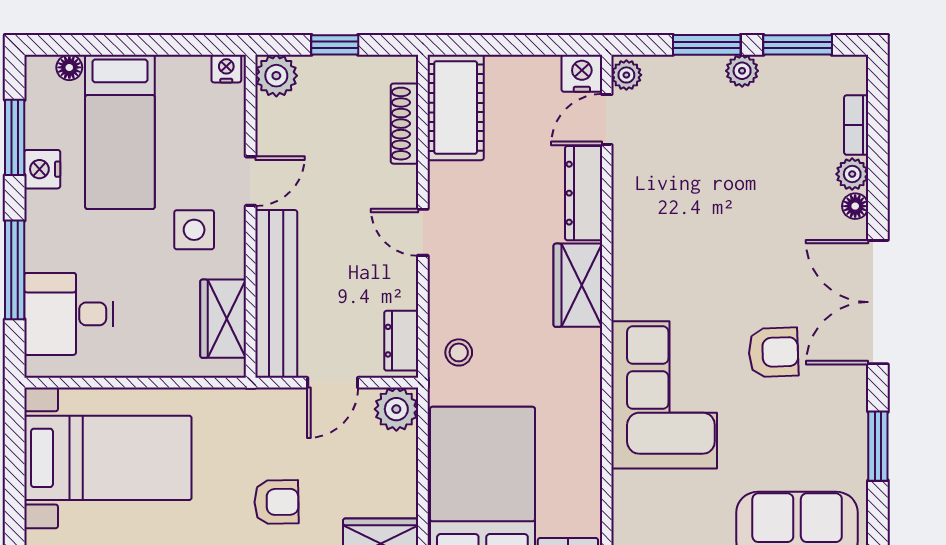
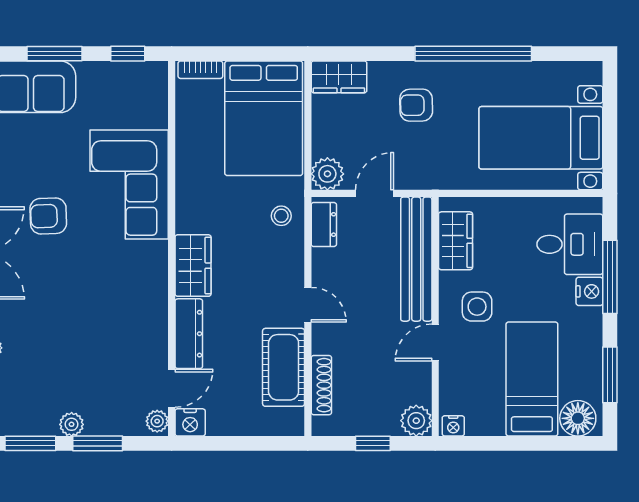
floor lamp: (69, 67) -> (578, 418), width x1.89, depth x1.89
cot: (456, 107) -> (284, 367), moved
nightstand: (42, 169) -> (589, 291), moved

